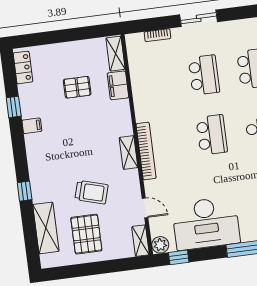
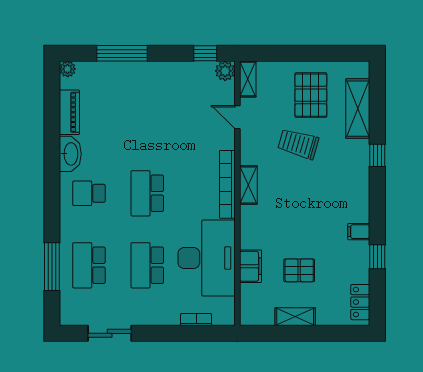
sliding door: (199, 18) -> (110, 333), moved
shelving: (115, 54) -> (295, 317), moved, turned 90
desk: (206, 223) -> (207, 258), moved, turned 90

